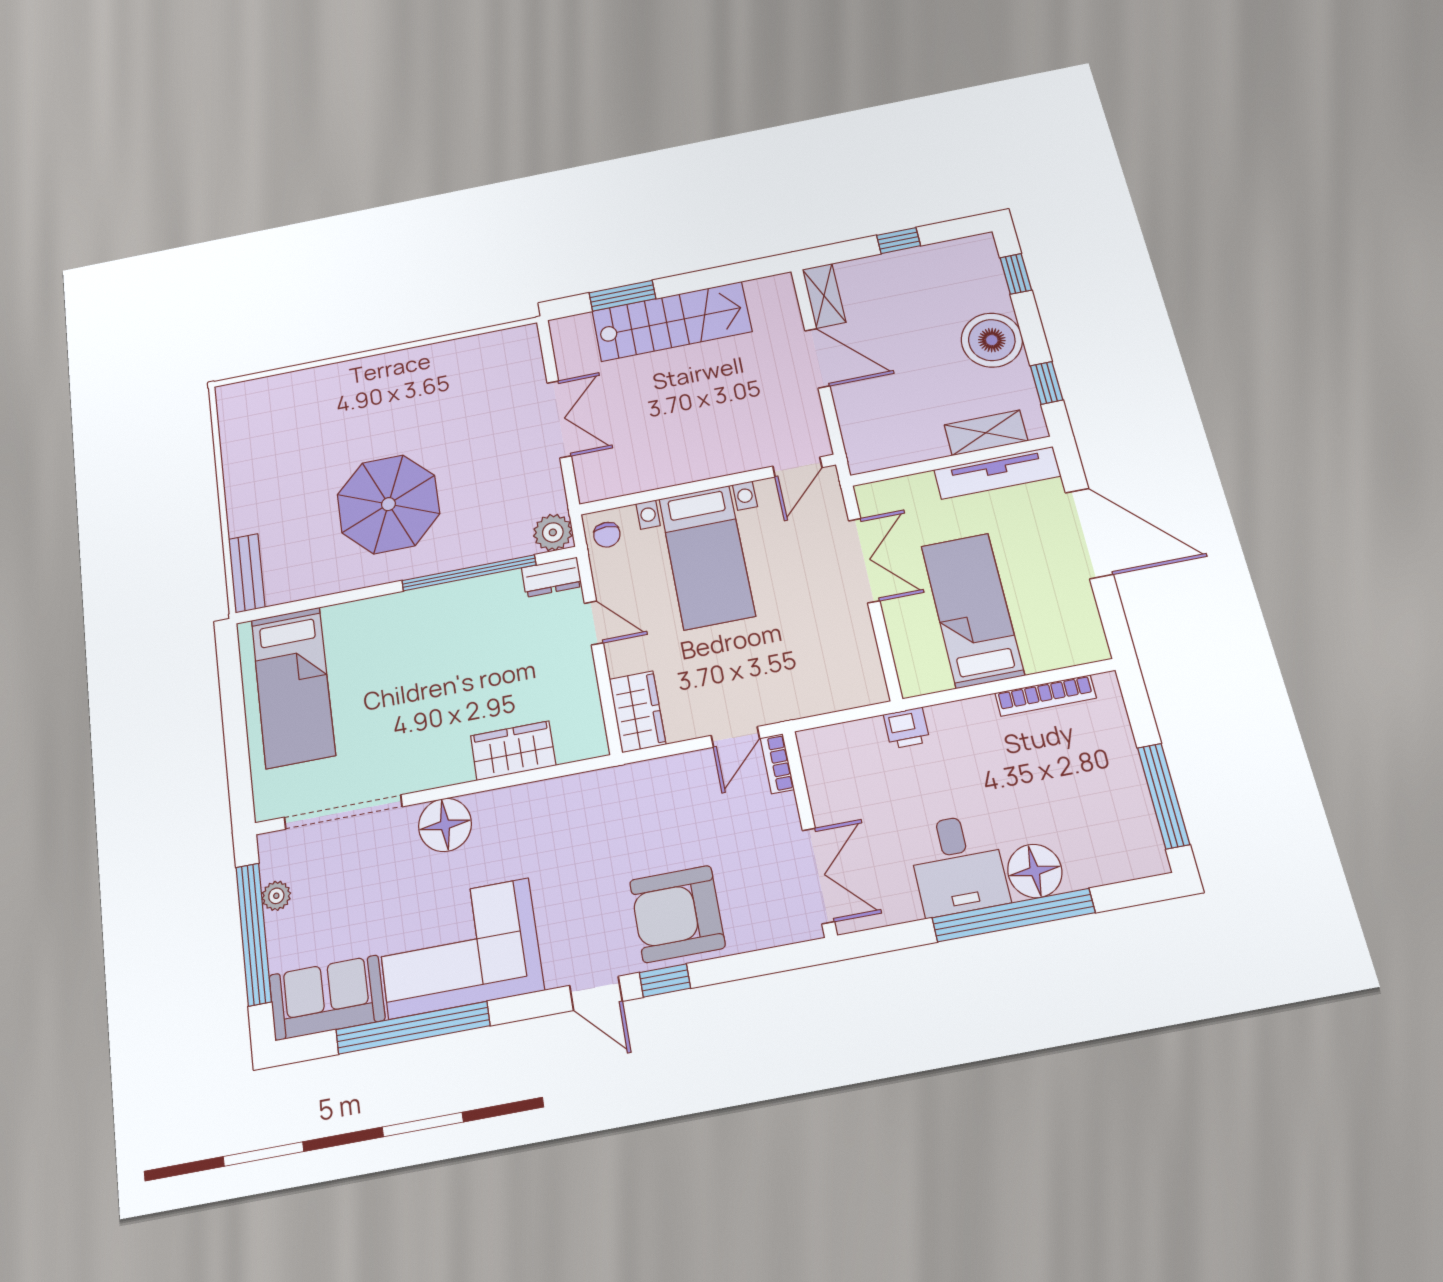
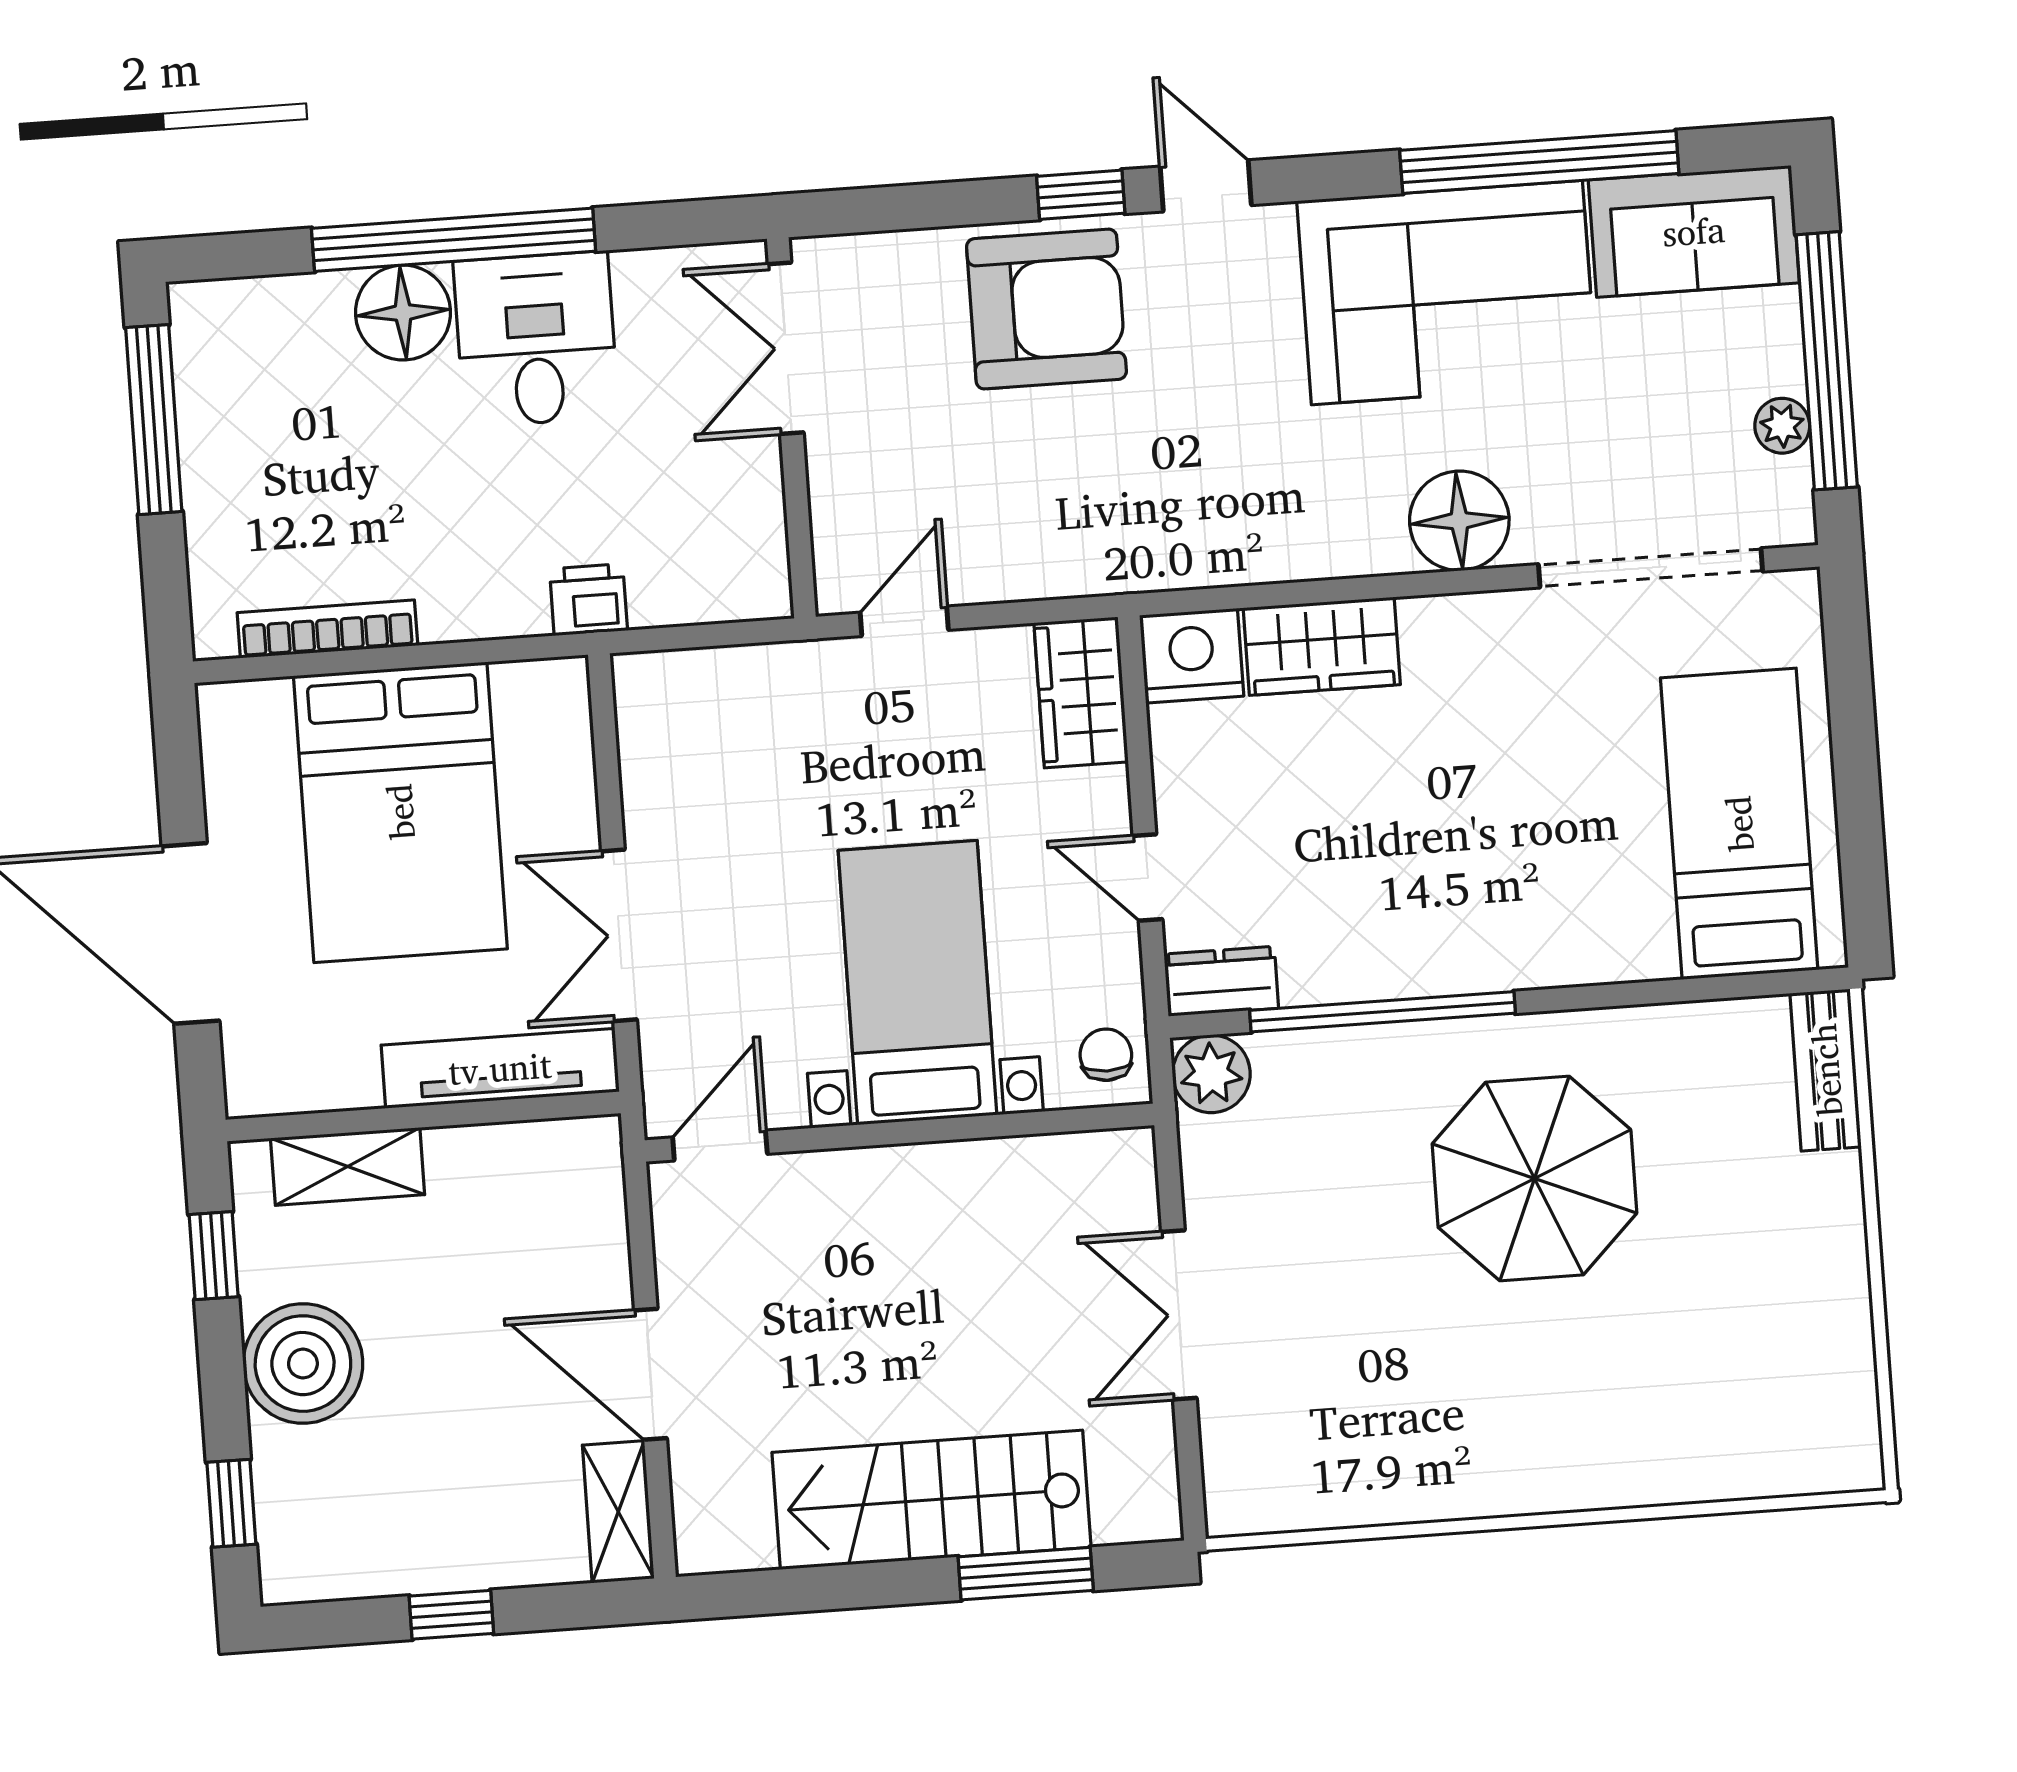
tv unit: (997, 473) -> (500, 1068), moved
bed: (972, 610) -> (400, 812), width x1.50
nightstand: (581, 737) -> (1192, 656), added
bookcase: (777, 764) -> (833, 562), removed

